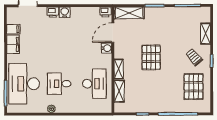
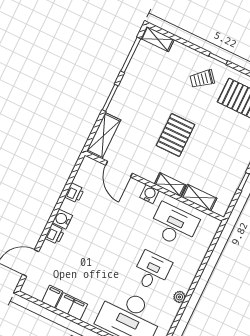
printer: (105, 12) -> (74, 193), moved
shelving: (206, 34) -> (157, 39), moved
water cooler: (107, 48) -> (149, 194), moved
pallet: (151, 57) -> (175, 135), turned 90
desk: (59, 84) -> (152, 271), turned 180

